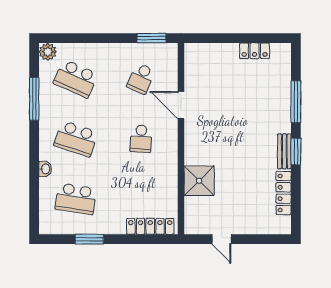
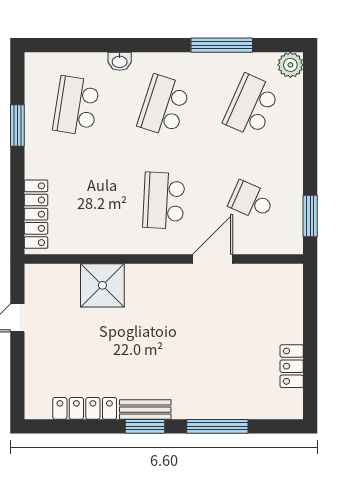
school desk: (141, 139) -> (164, 201), width x1.85

